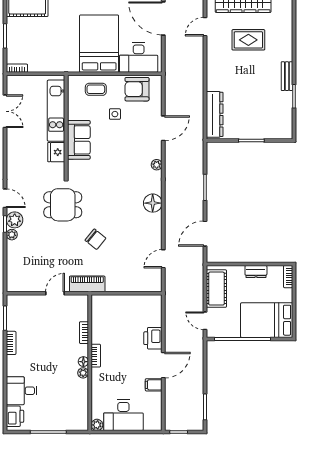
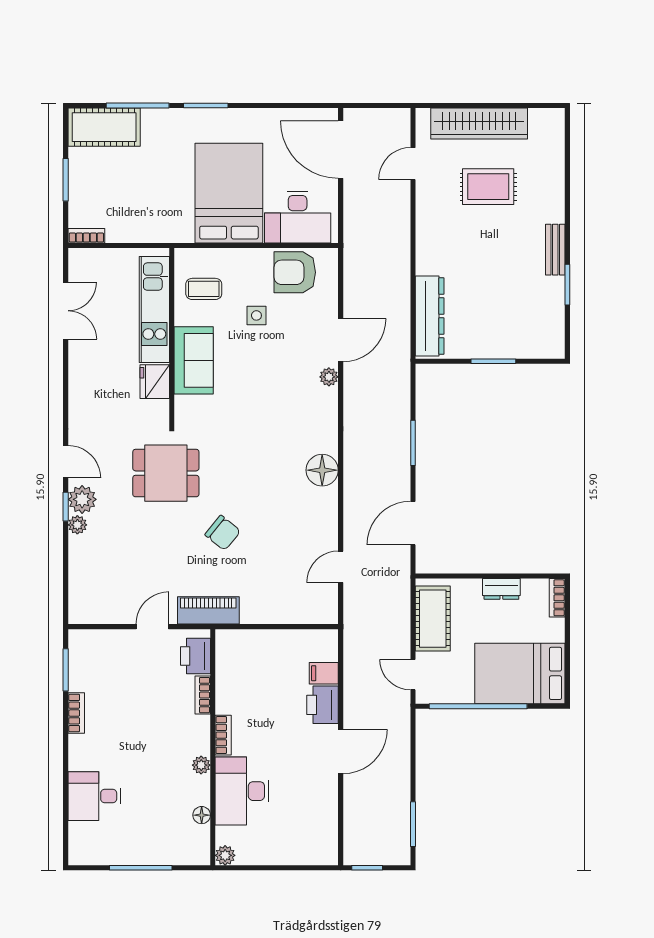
coffee table: (96, 89) -> (204, 289), moved
plant: (157, 165) -> (329, 377), moved
floor lamp: (83, 362) -> (202, 815), moved
filing cabinet: (154, 385) -> (324, 673), moved
desk: (123, 415) -> (242, 791), moved, turned 90
printer: (15, 416) -> (195, 656), moved, turned 180

